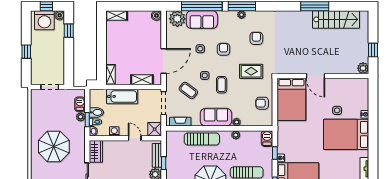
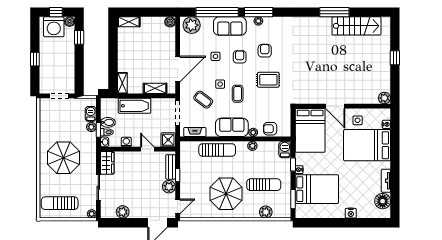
sofa: (202, 20) -> (230, 26), moved
armchair: (256, 38) -> (265, 51), moved
plant: (363, 68) -> (384, 98), moved
door: (316, 76) -> (335, 106), moved
wall: (323, 76) -> (343, 106), moved
bed: (291, 99) -> (310, 130), moved
armchair: (262, 103) -> (270, 129), moved

